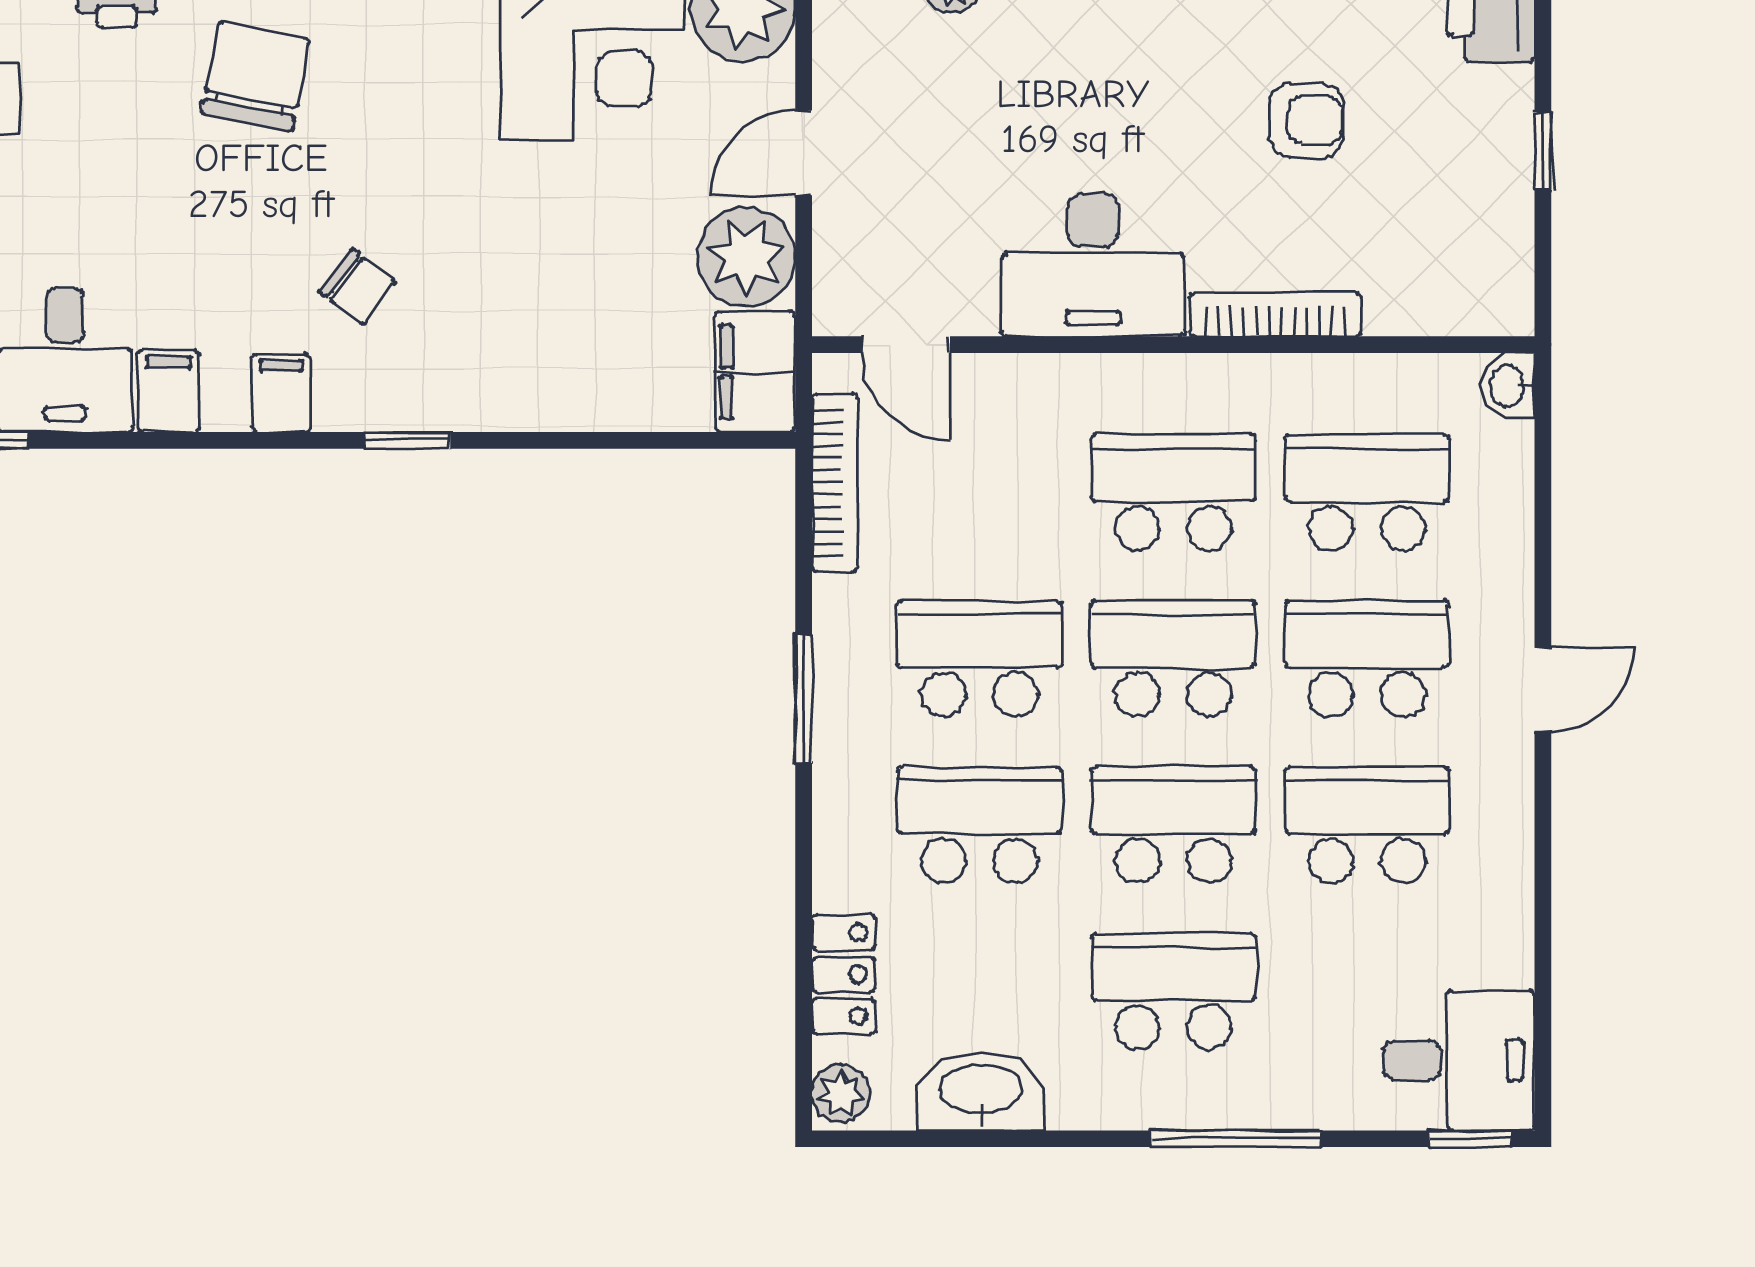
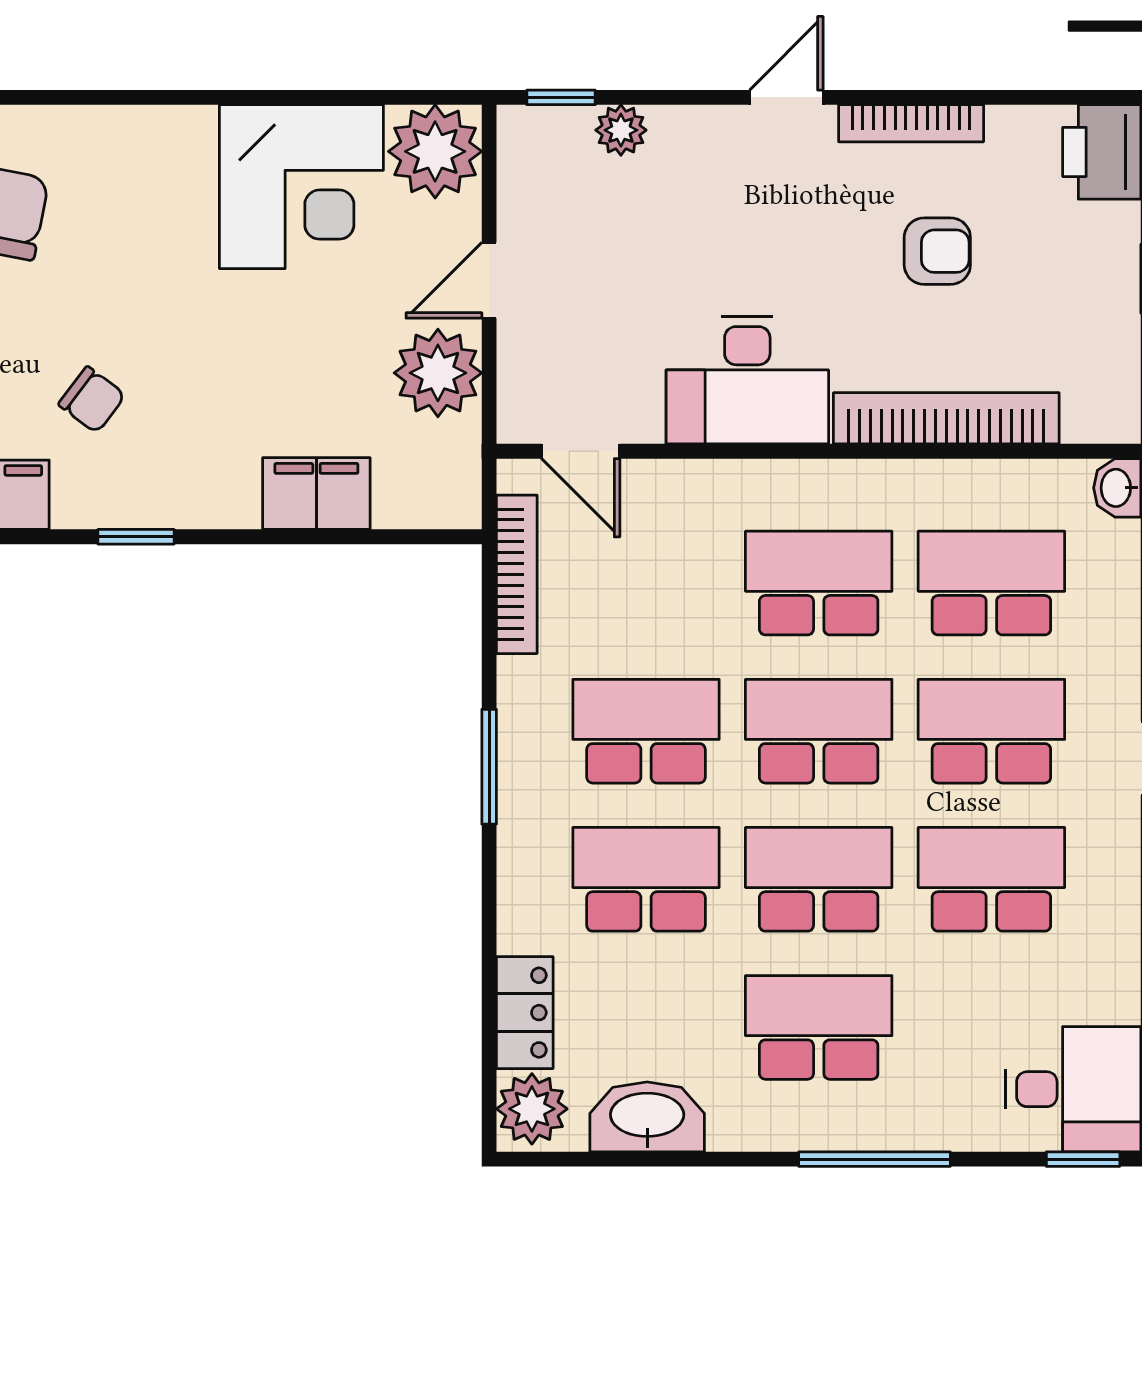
bookcase: (1275, 315) -> (946, 418), width x1.48, depth x1.31
filing cabinet: (755, 372) -> (316, 494), moved, turned 90
plant: (841, 1093) -> (532, 1109), width x1.38, depth x1.38

